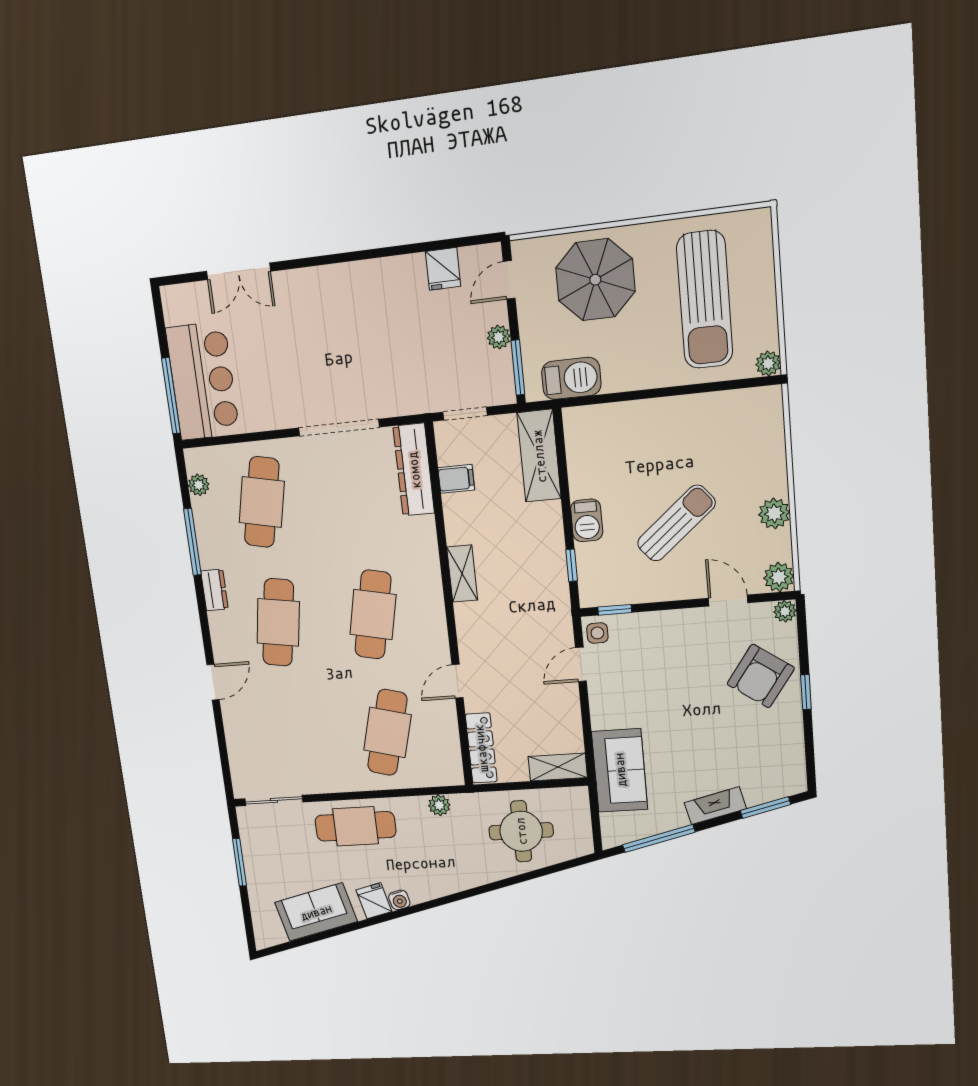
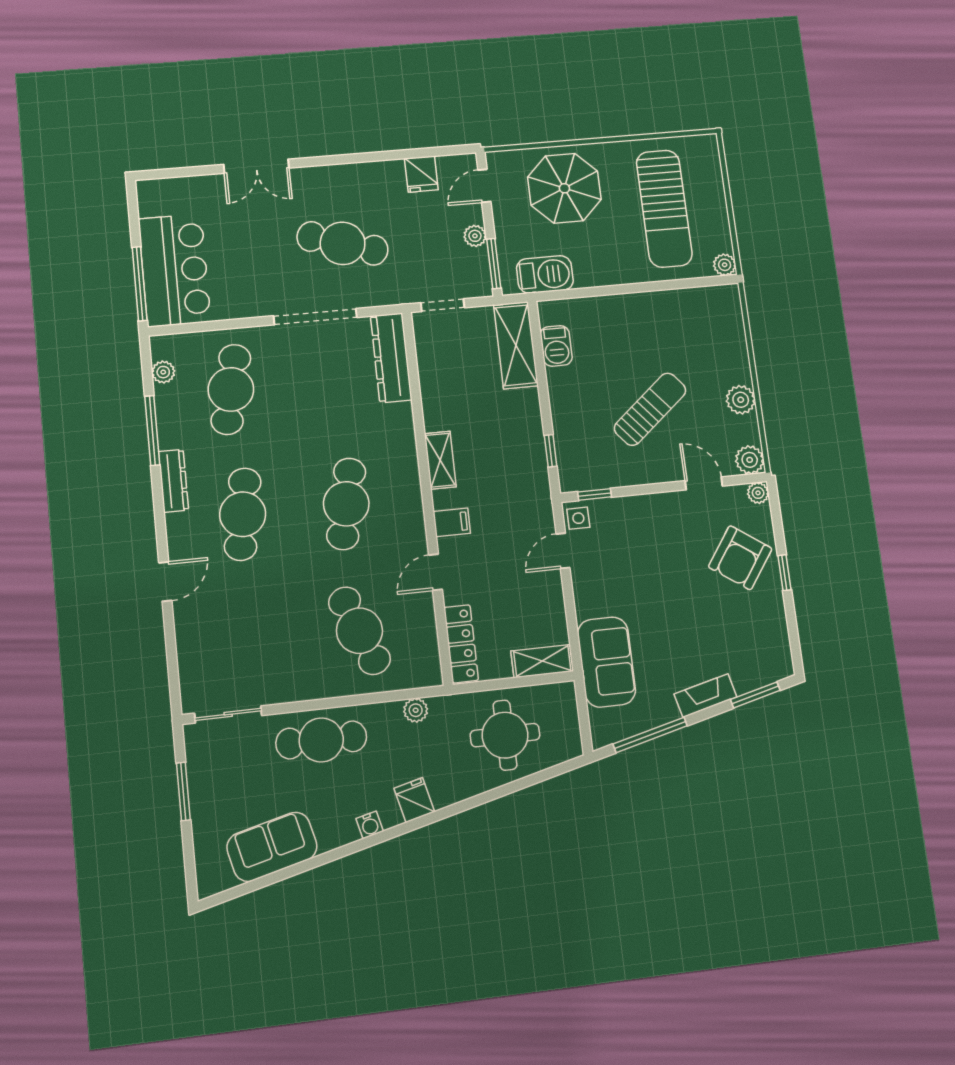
double door: (238, 271) -> (256, 166), moved
cafe table: (364, 349) -> (343, 243), added
filing cabinet: (456, 479) -> (452, 522), moved
barbecue: (587, 520) -> (556, 346), moved
dresser: (214, 590) -> (173, 481), width x1.44
cafe table: (387, 732) -> (359, 631), turned -36
fridge: (374, 901) -> (414, 800), moved

